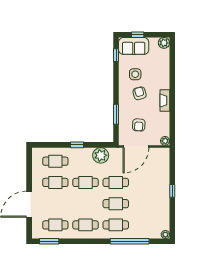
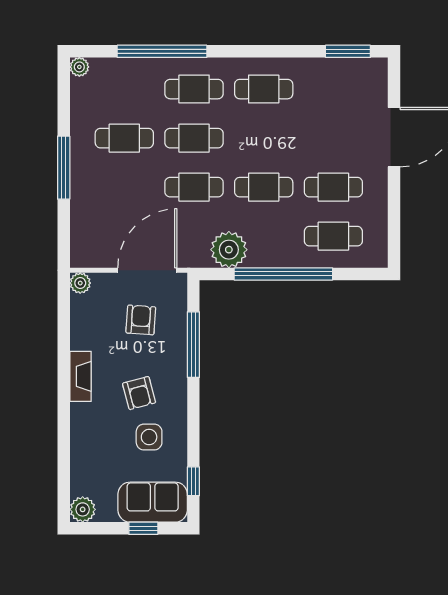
window: (116, 114) -> (193, 345), width x1.44
window: (77, 145) -> (283, 274), width x3.17
window: (172, 191) -> (64, 168), width x2.17
cafe table: (55, 225) -> (124, 138), moved

